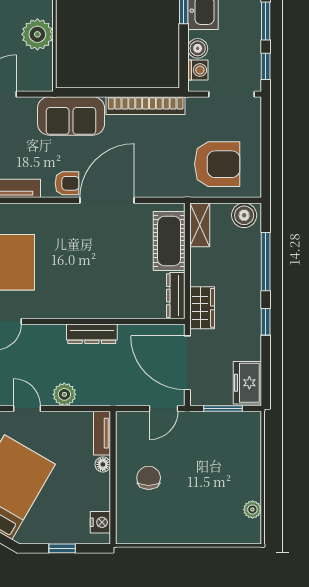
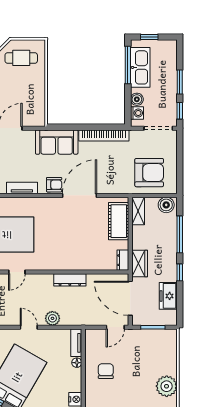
plant: (37, 34) -> (35, 90), removed
dresser: (176, 296) -> (123, 260), width x0.70
freezer: (247, 383) -> (168, 296), moved
plant: (252, 509) -> (167, 386), width x1.87, depth x1.87

